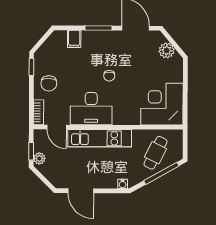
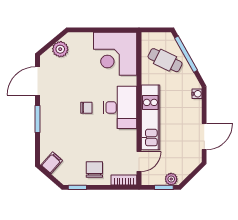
filing cabinet: (74, 39) -> (52, 163), moved, turned -49
chair: (49, 83) -> (94, 170), turned -93
desk: (91, 109) -> (120, 107), moved

